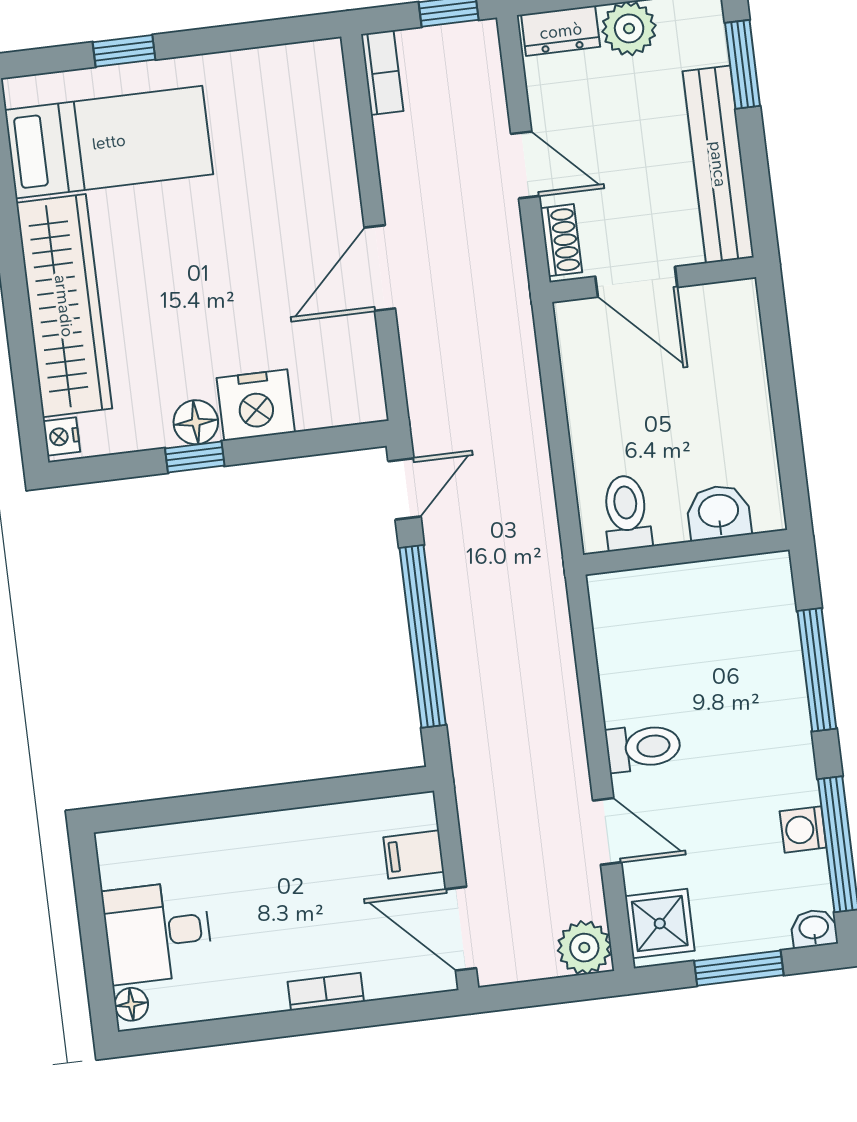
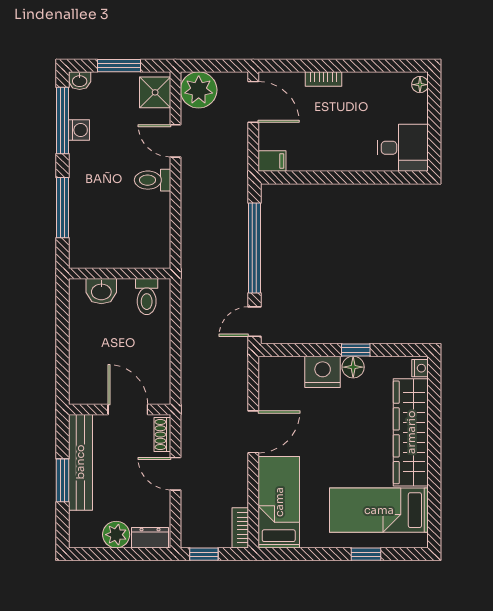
window: (743, 64) -> (62, 480), moved
bed: (312, 133) -> (279, 502), added
filing cabinet: (414, 854) -> (272, 161), moved
desk: (158, 932) -> (403, 148), moved
plant: (584, 948) -> (199, 90), width x1.36, depth x1.36

